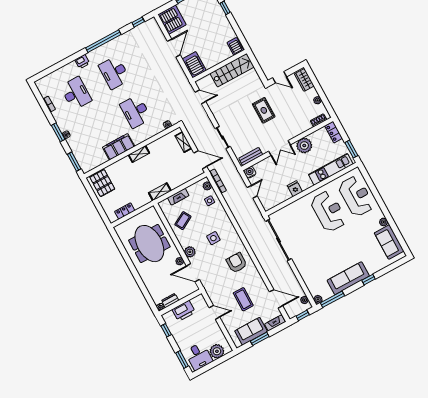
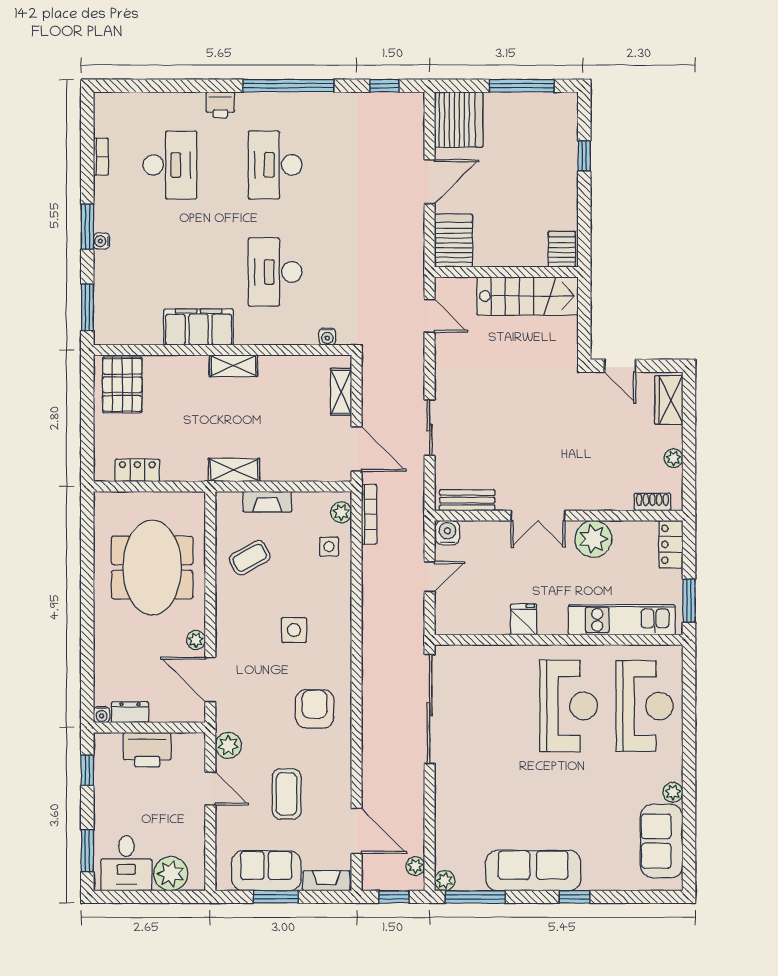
rug: (264, 110) -> (548, 418), removed
plant: (190, 252) -> (228, 745), moved

